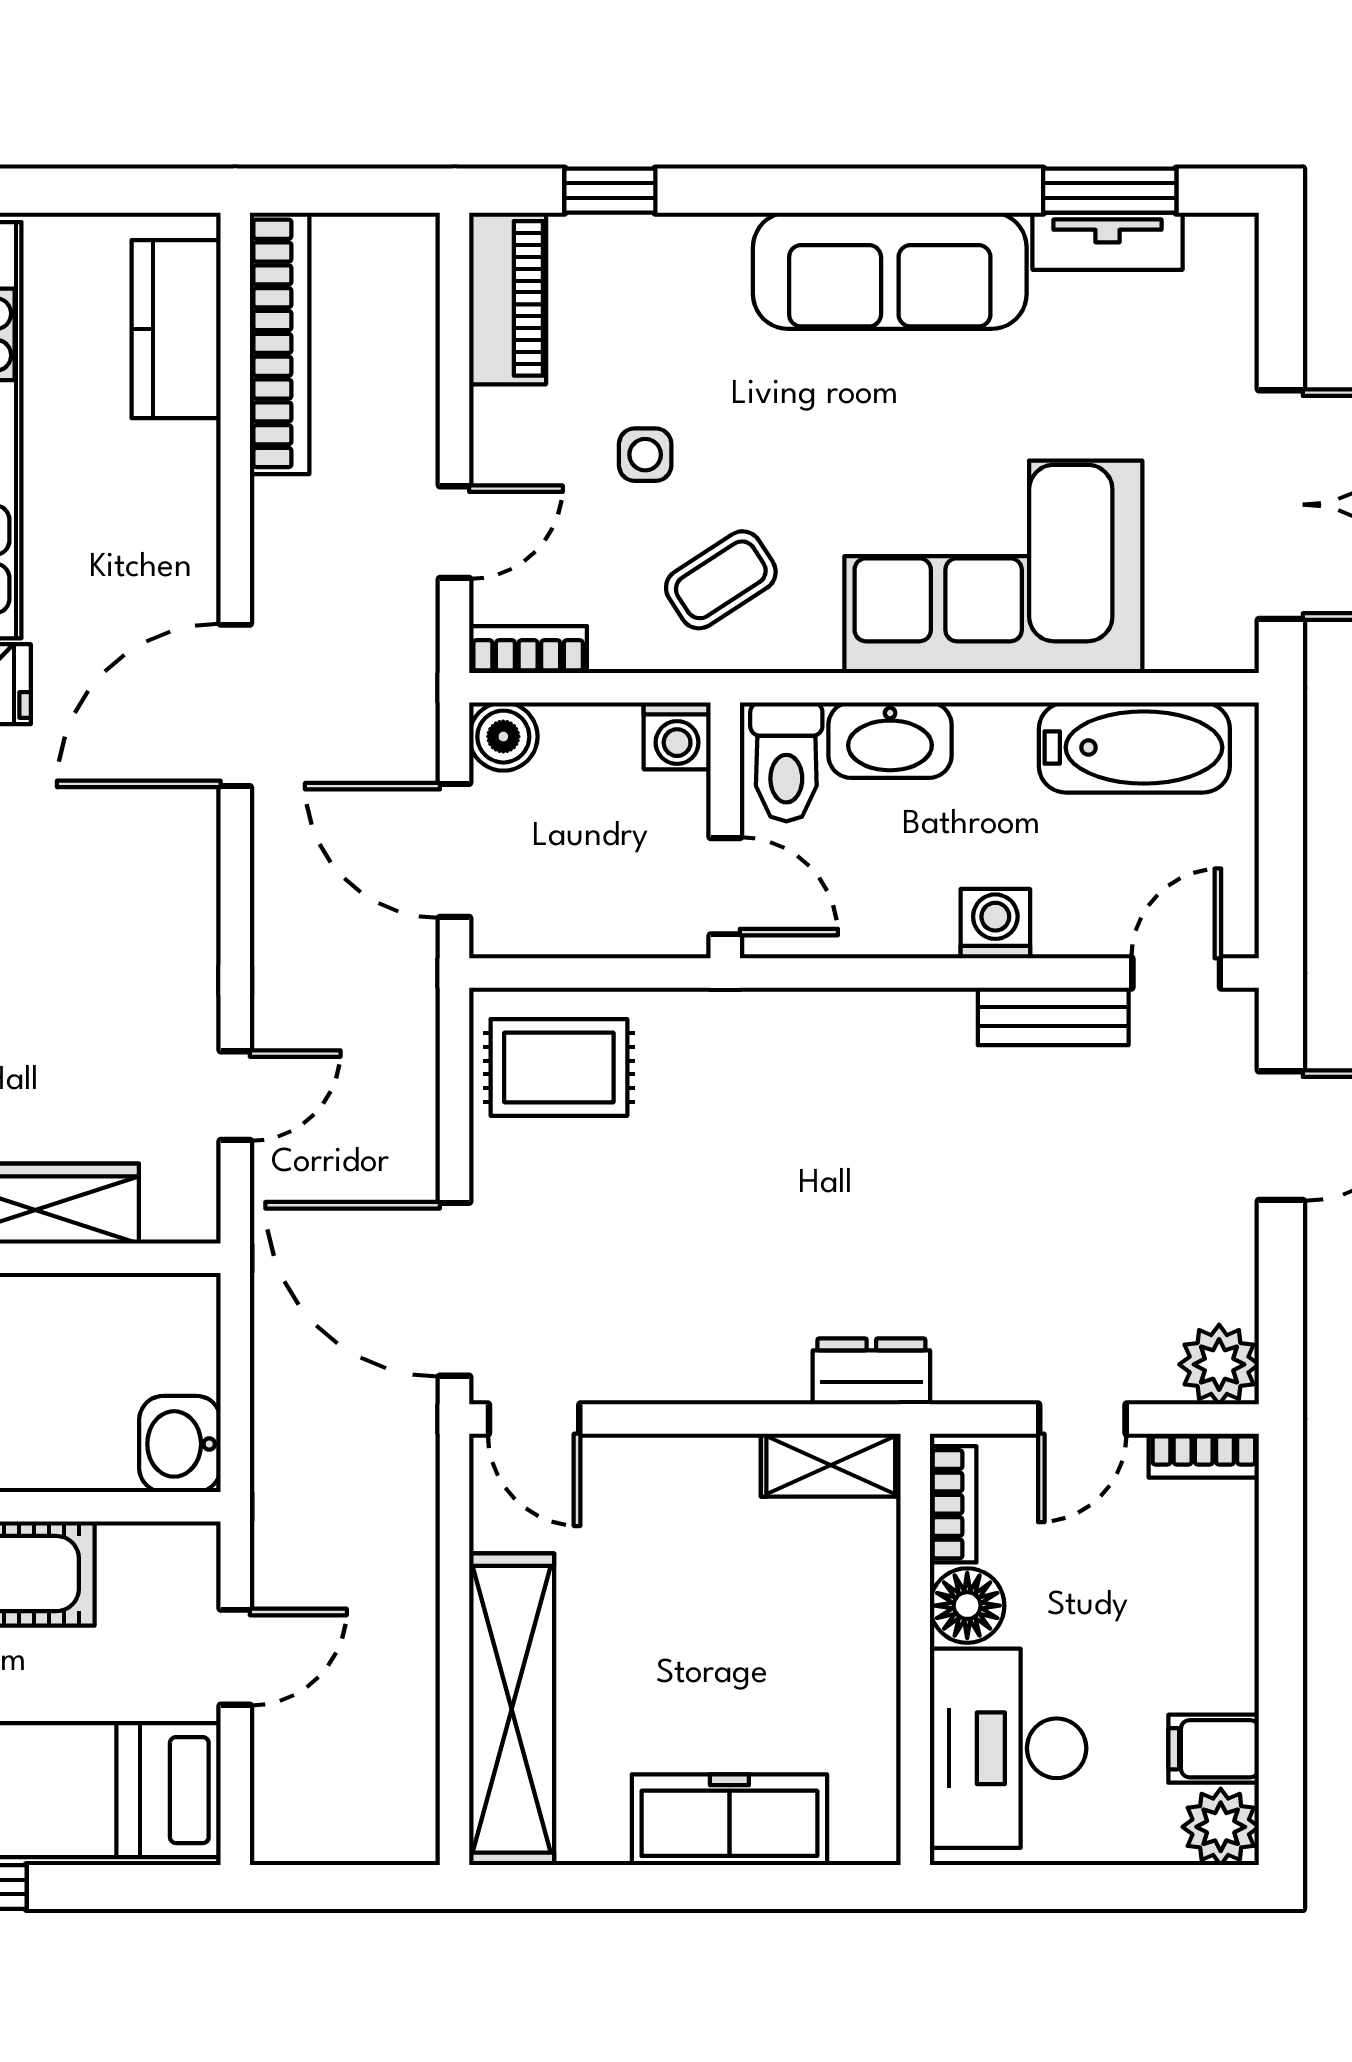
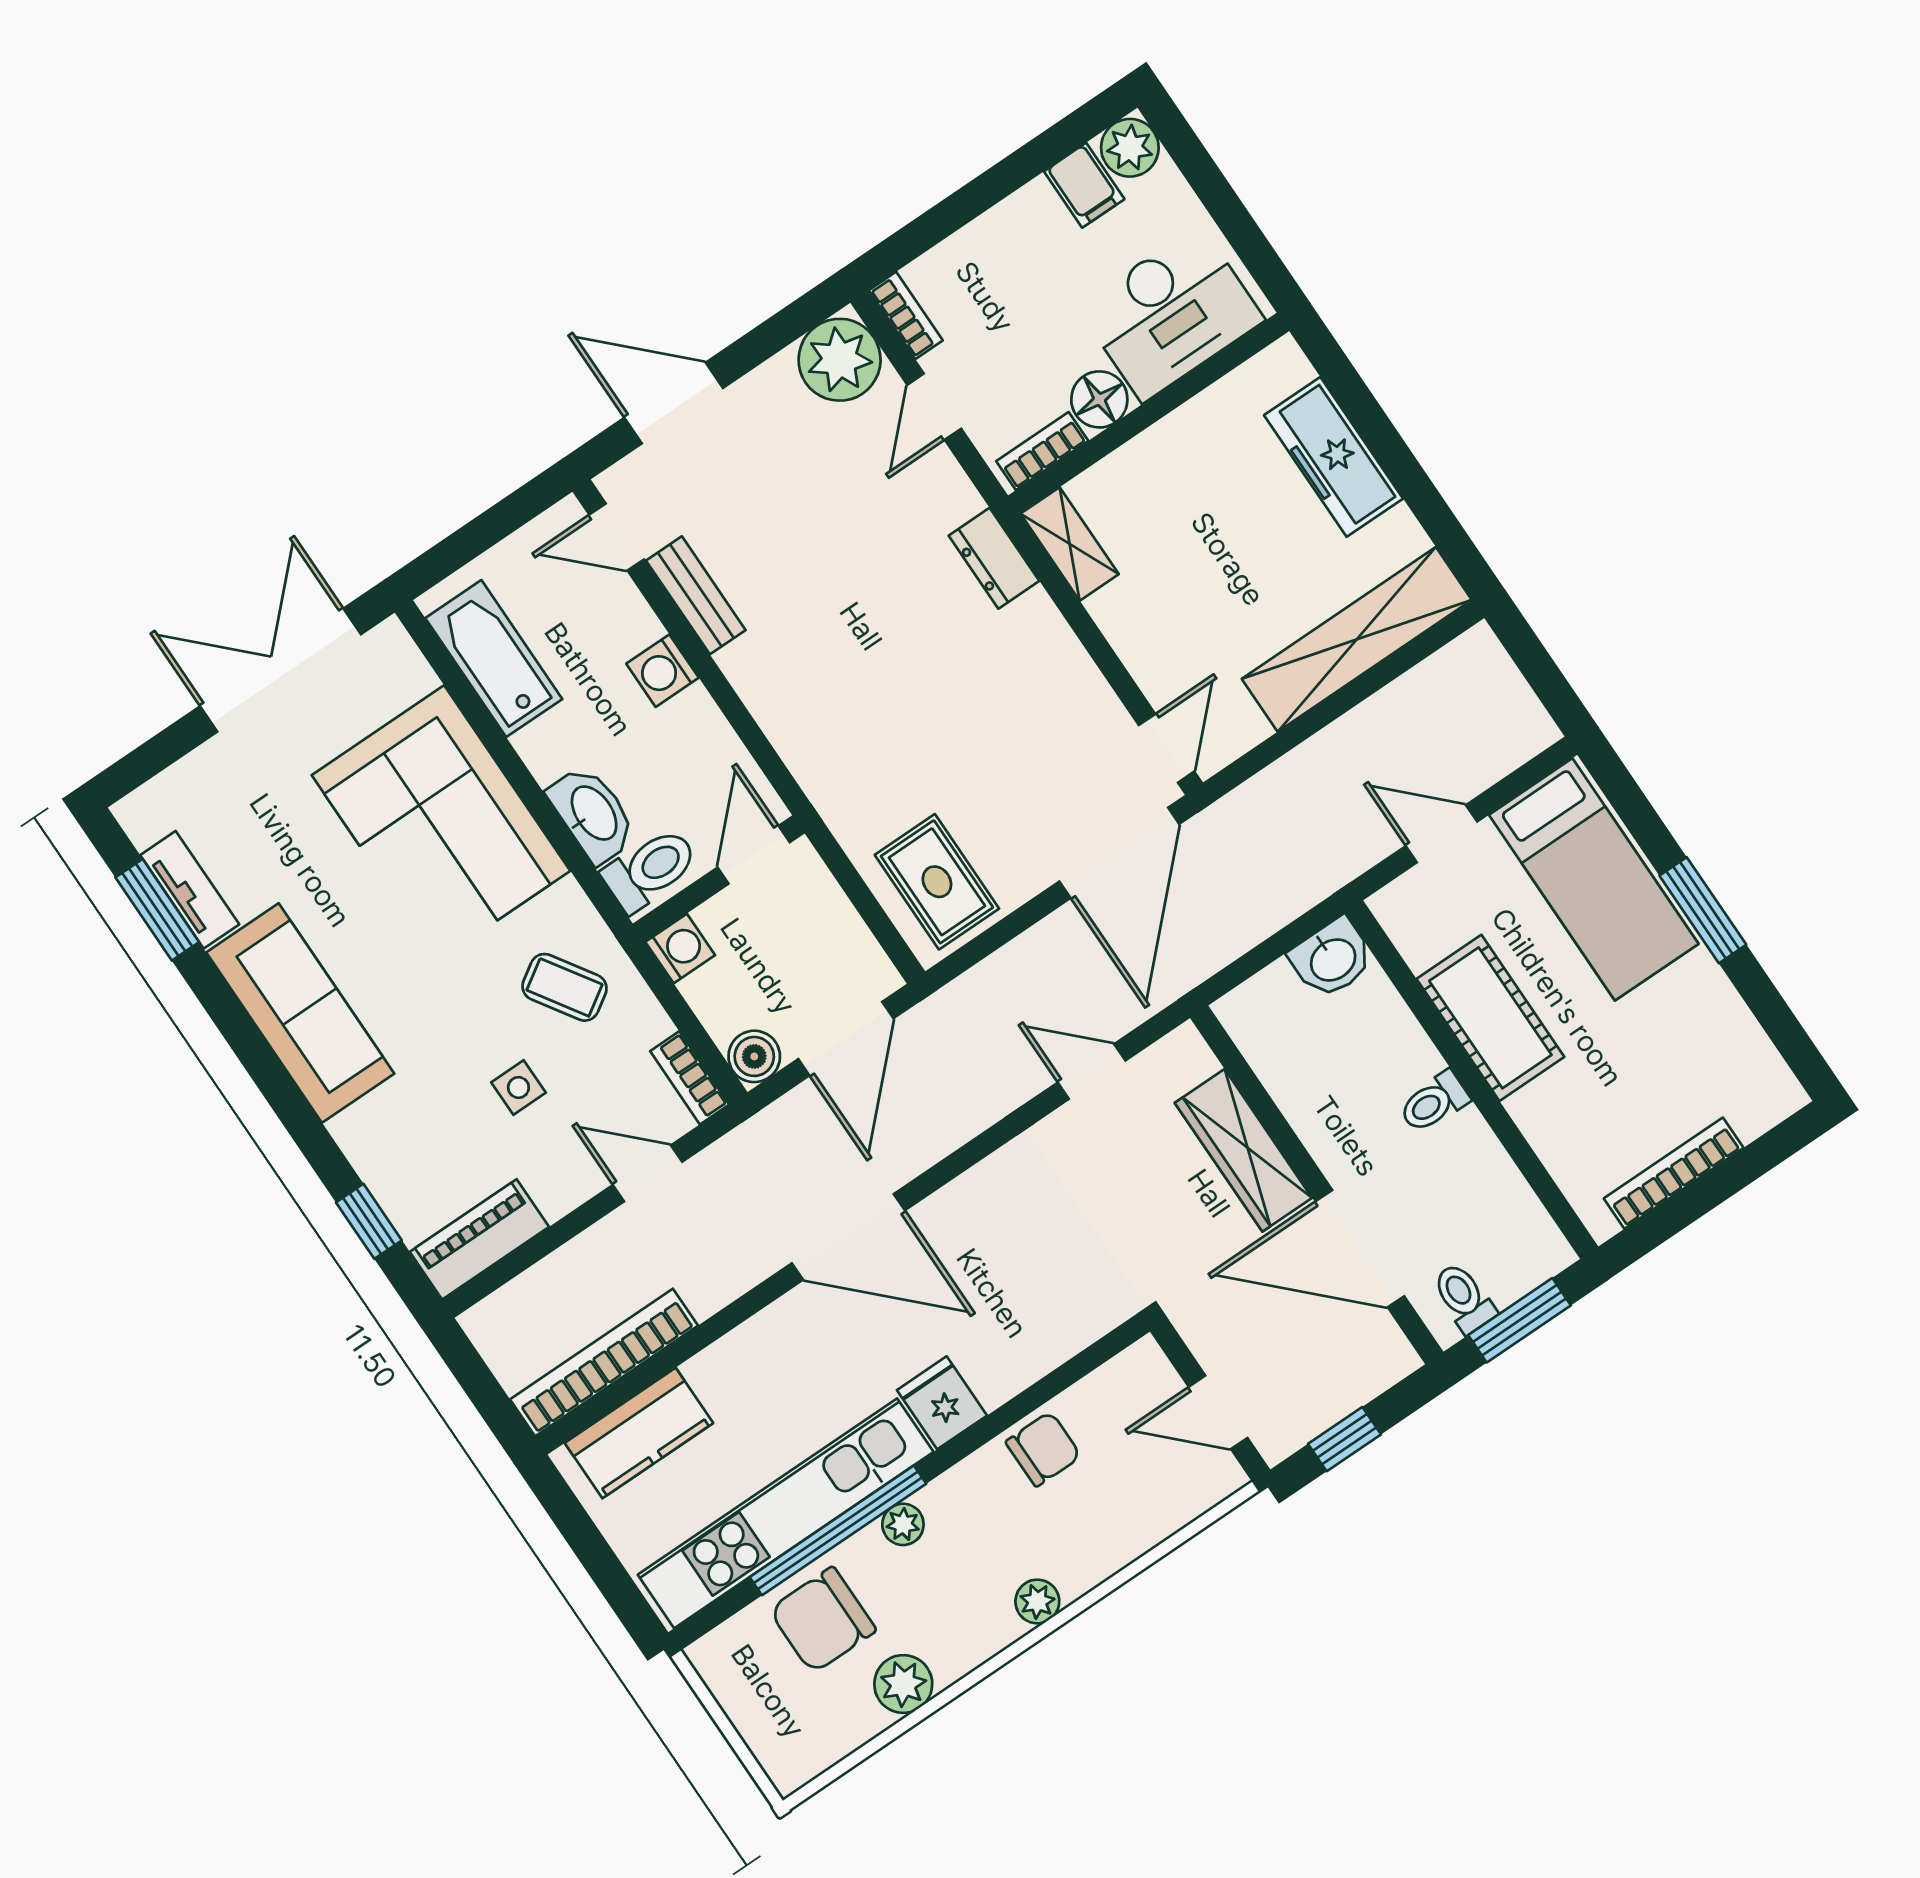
plant: (1219, 1364) -> (840, 360), width x1.36, depth x1.36
door: (1082, 1419) -> (934, 407), swing flipped

